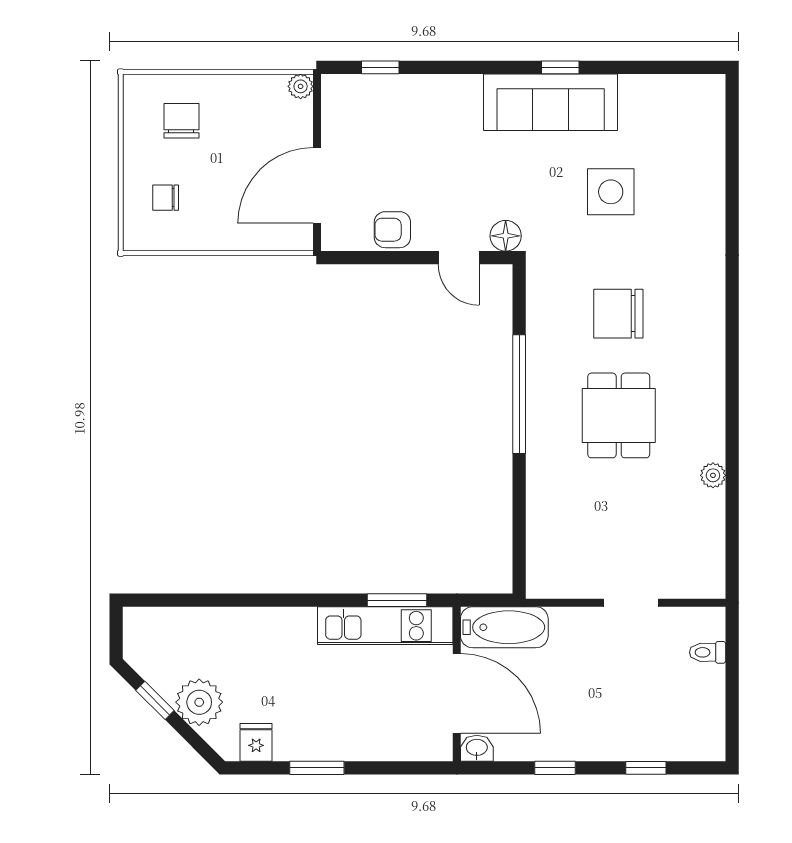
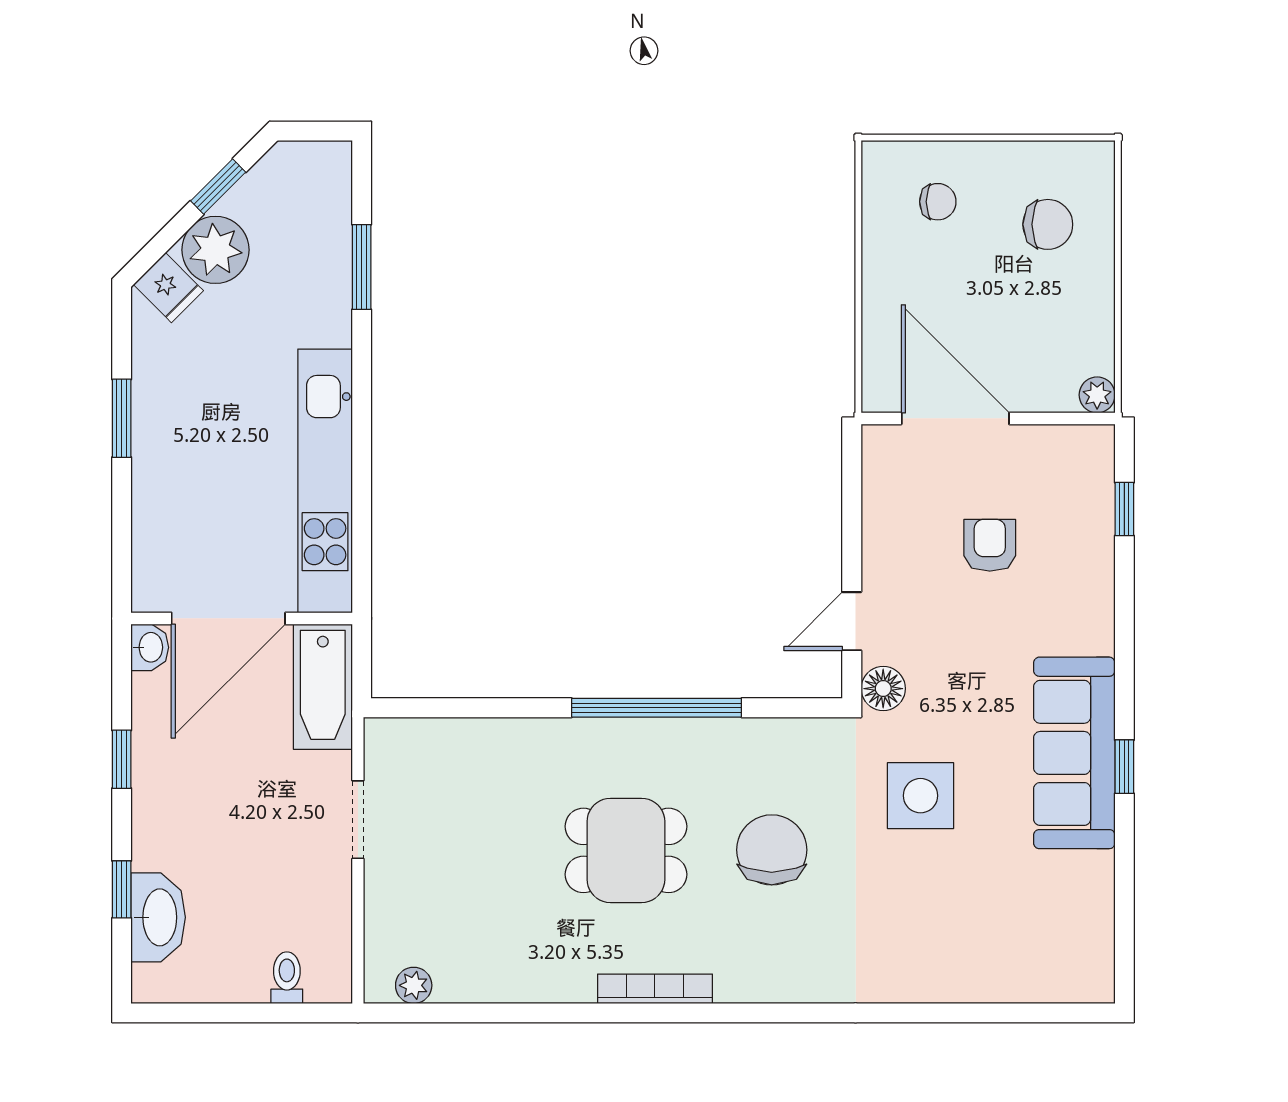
side table: (611, 192) -> (920, 796), moved
chair: (166, 198) -> (938, 202), turned 90
armchair: (392, 230) -> (990, 545), moved
bookcase: (715, 395) -> (655, 989), added
plant: (713, 475) -> (414, 985), moved
window: (397, 600) -> (362, 267), moved
doorway: (631, 603) -> (358, 820), moved
kitchen unit: (385, 626) -> (325, 481), width x1.36
fridge: (256, 742) -> (168, 288), moved, turned 45
washbasin: (665, 742) -> (158, 917), added

